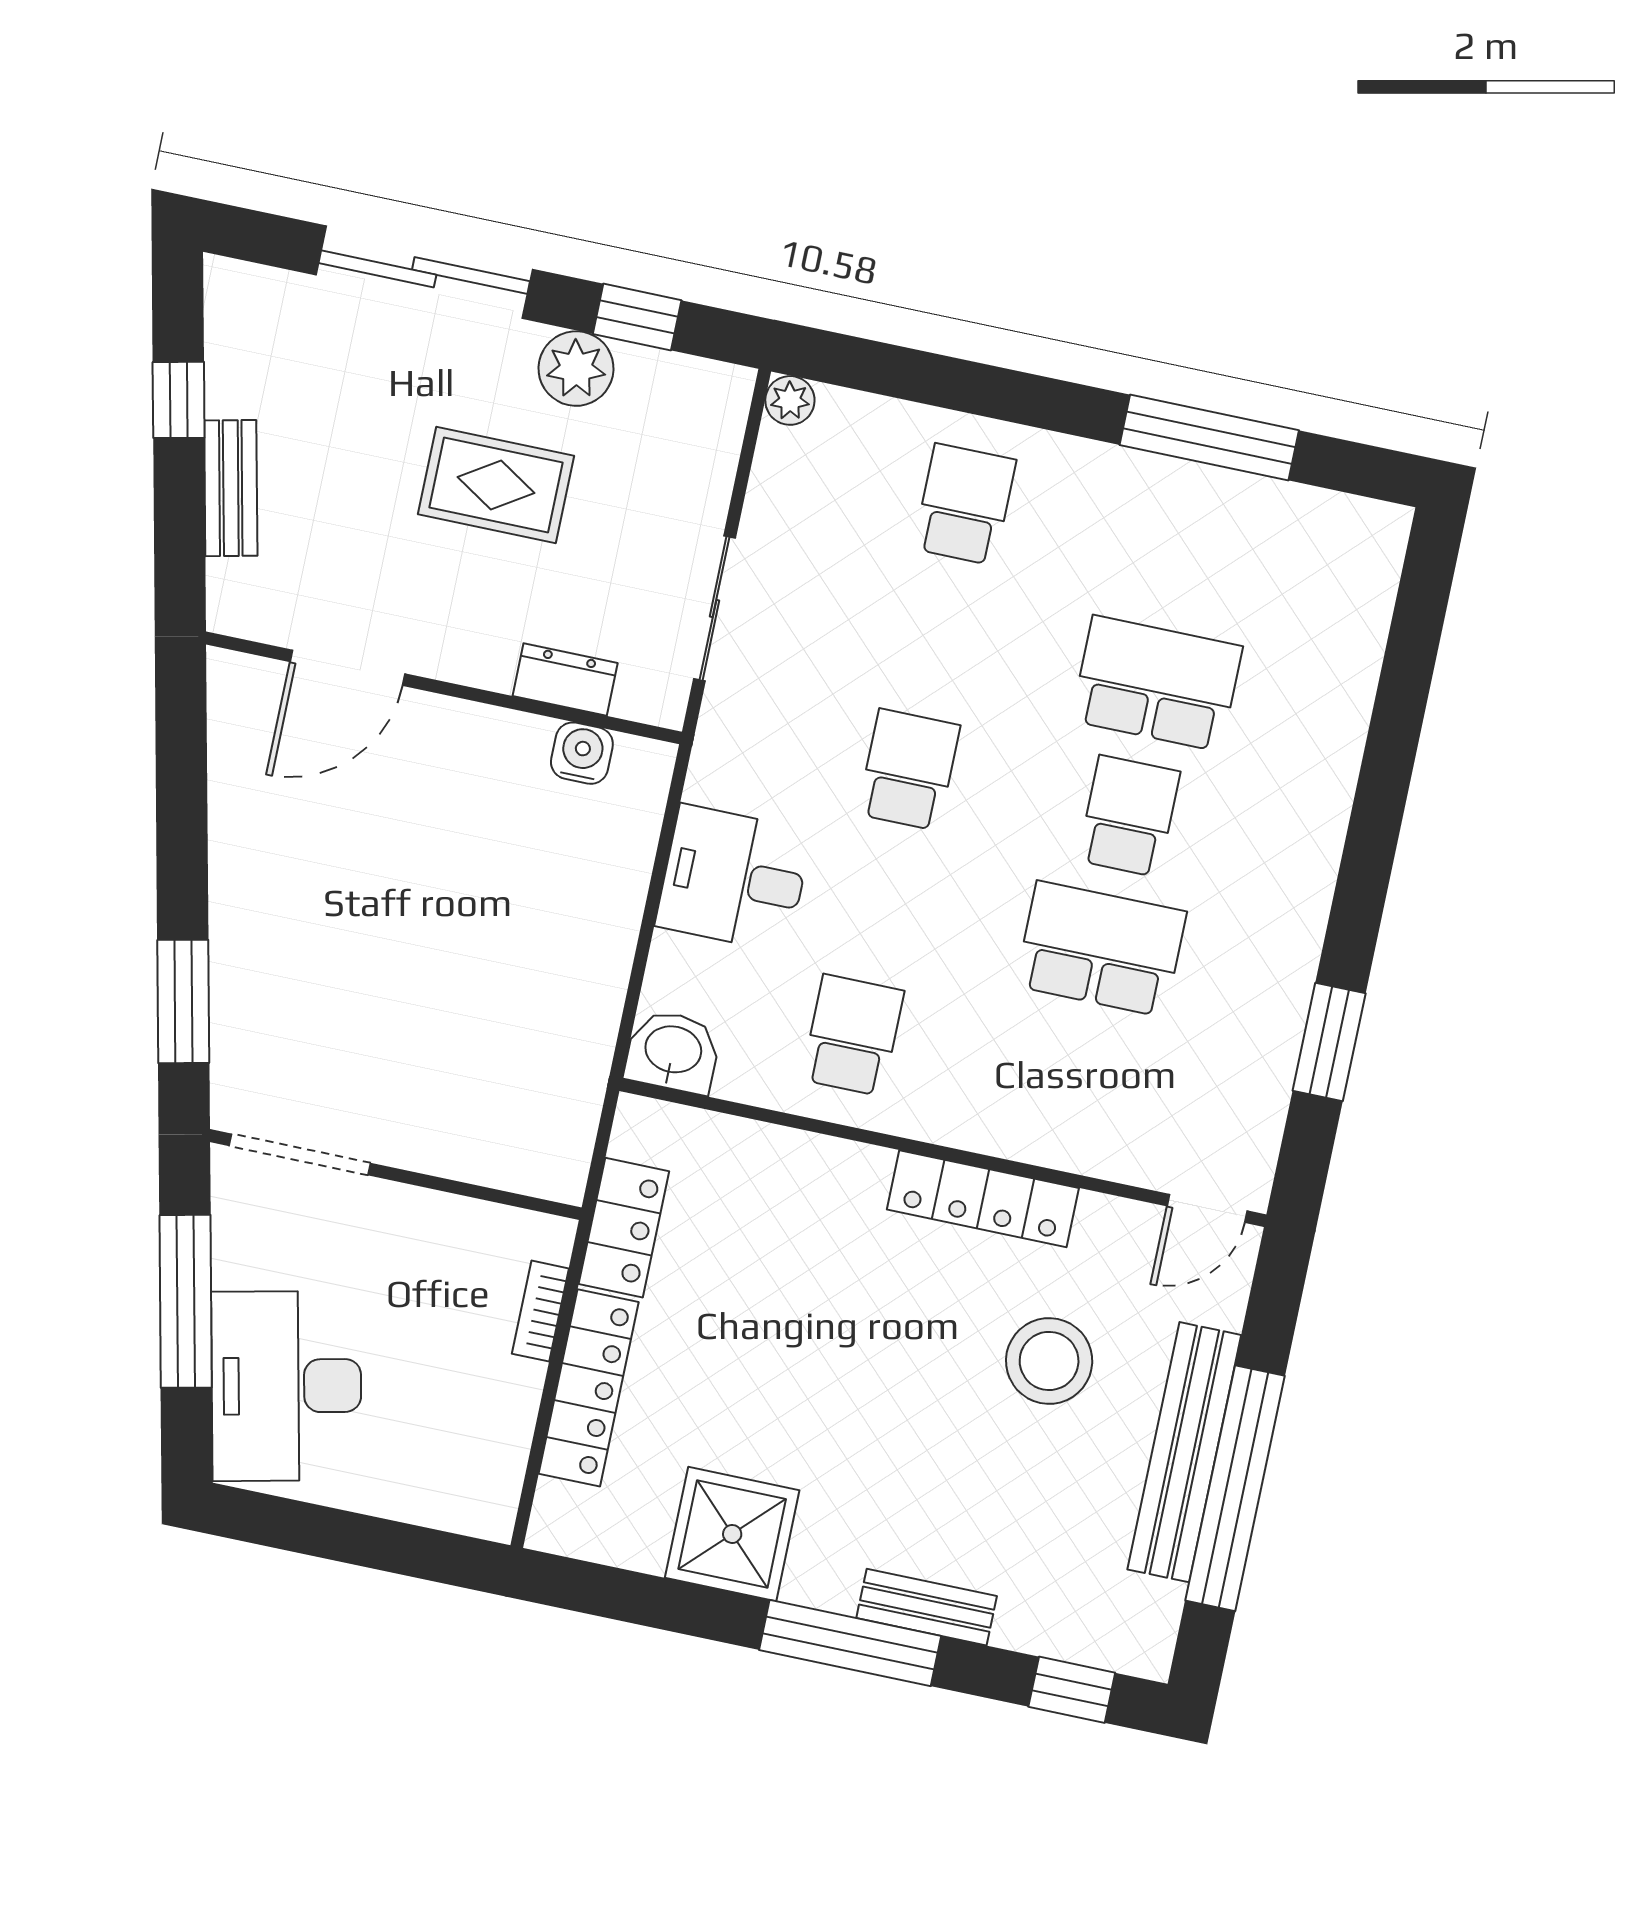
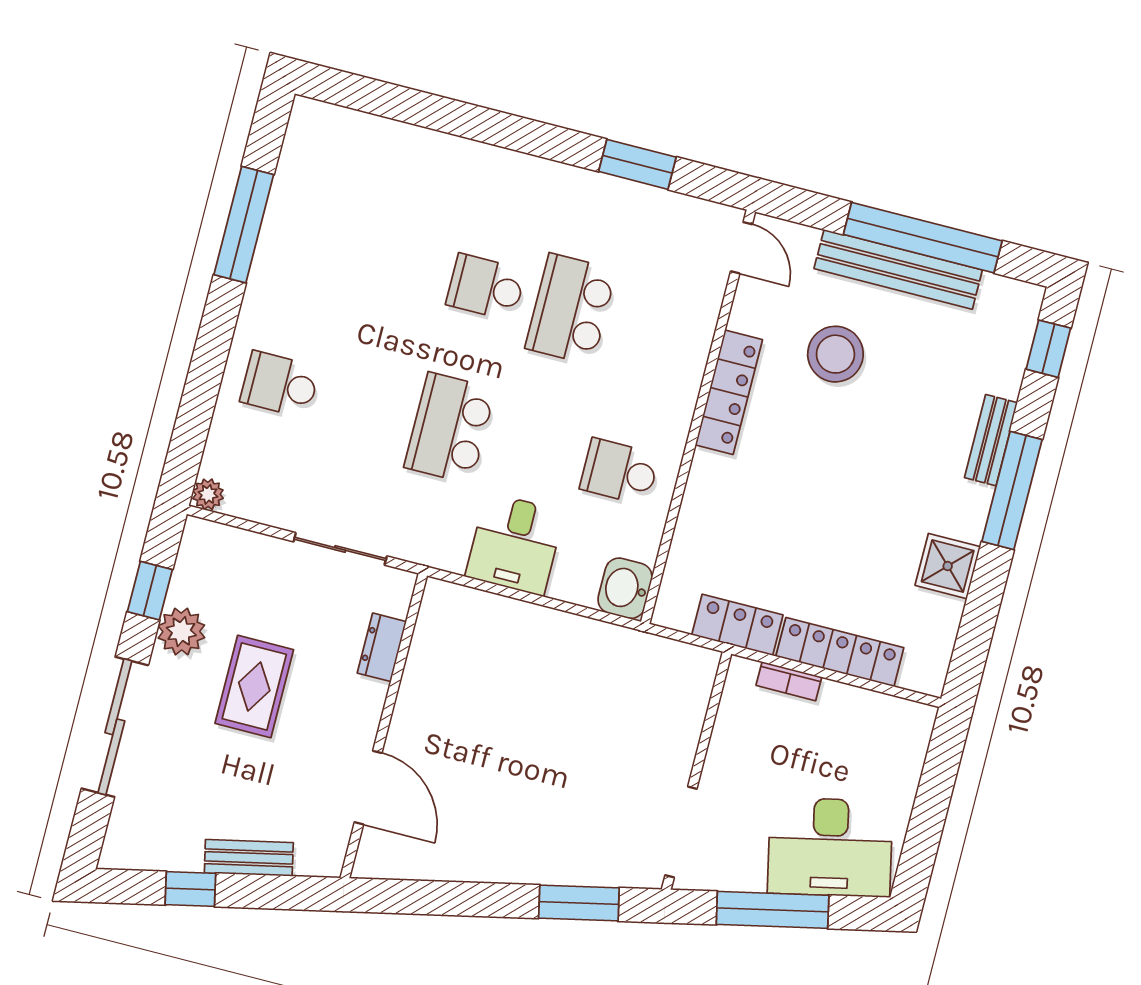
school desk: (1157, 683) -> (401, 265), removed
water cooler: (582, 753) -> (430, 639), removed
school desk: (909, 770) -> (450, 428), width x1.85
shower: (732, 1534) -> (948, 566), width x0.73, depth x0.73

